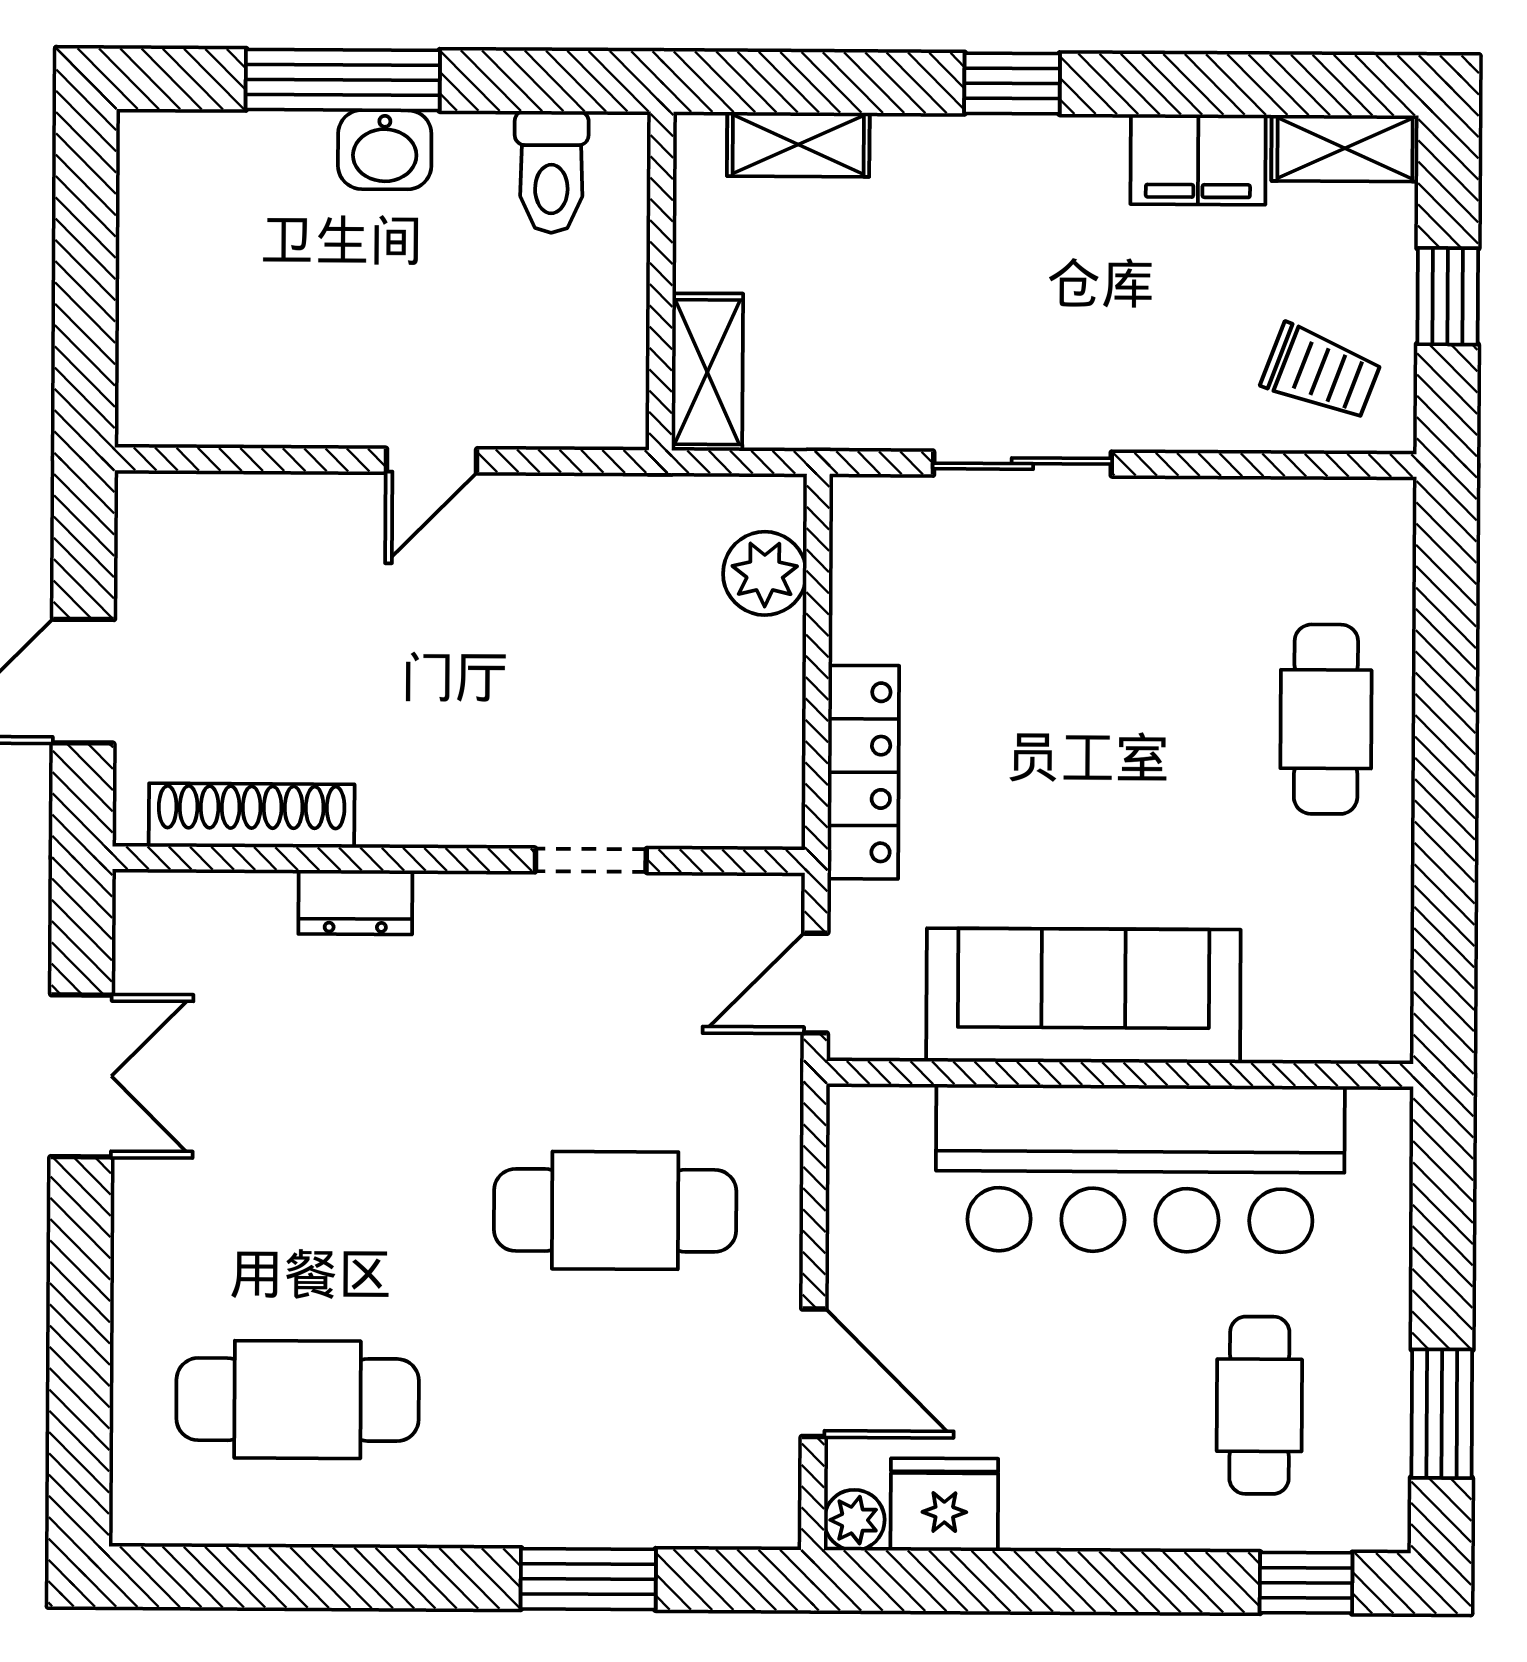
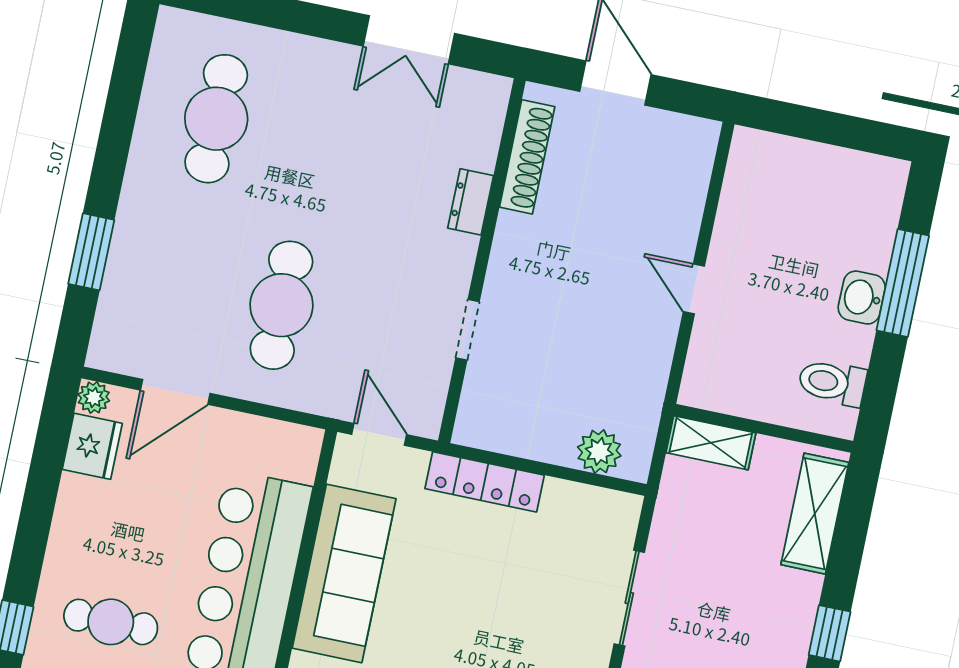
shelving: (798, 144) -> (815, 514), width x1.50, depth x1.33

